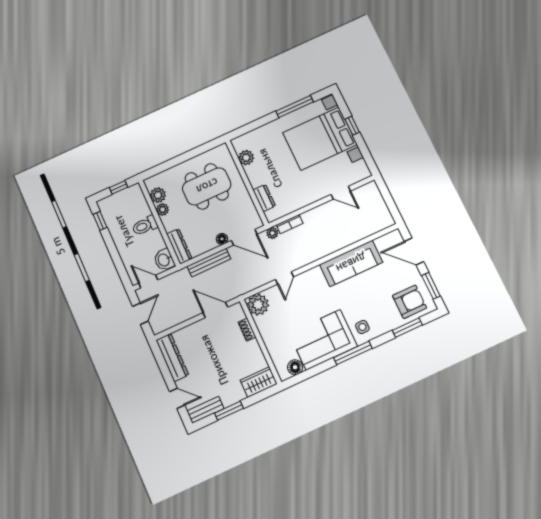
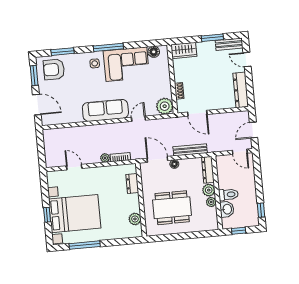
plant: (158, 195) -> (209, 190), moved
plant: (272, 233) -> (105, 158), moved
washbasin: (164, 260) -> (227, 209), moved
sofa: (351, 263) -> (105, 110), moved

